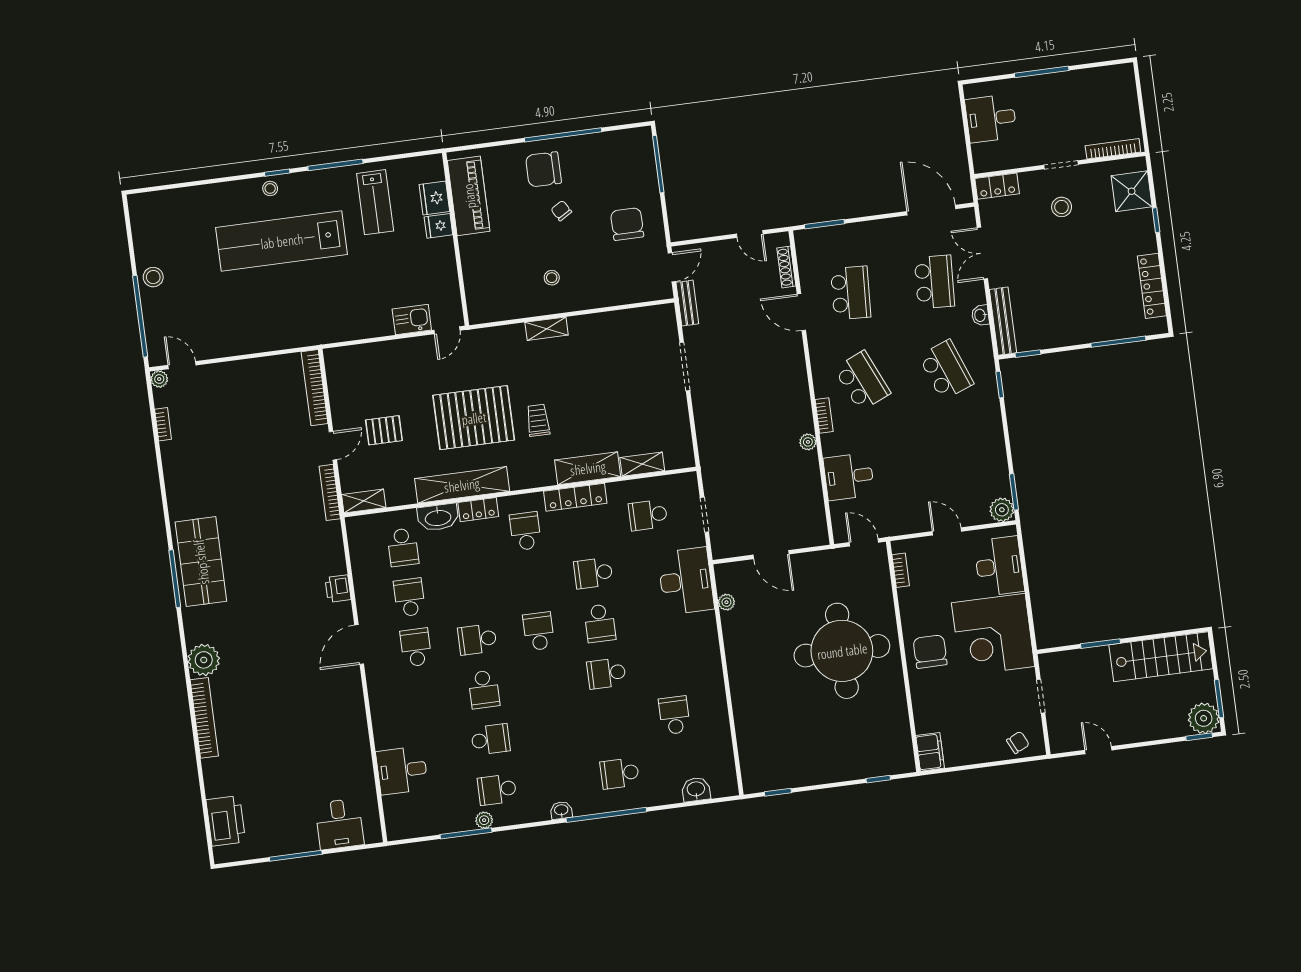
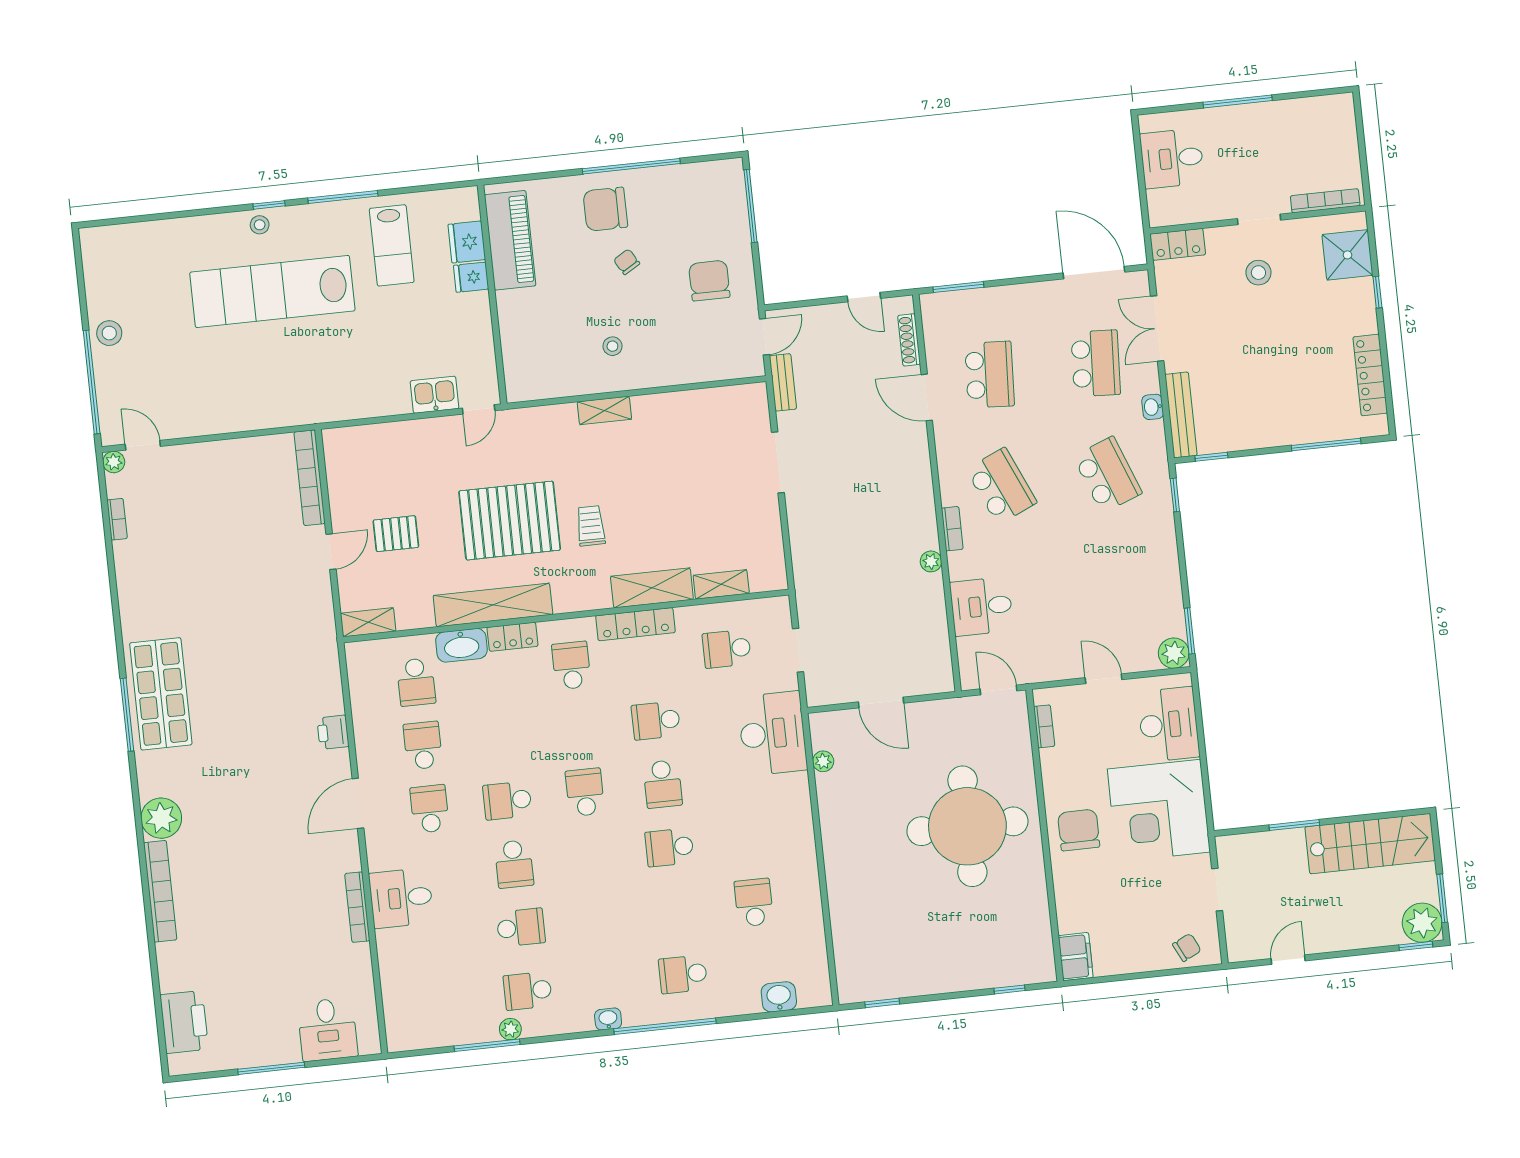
bookcase: (330, 492) -> (357, 907), moved
door: (1098, 750) -> (1288, 960), hinge flipped
desk: (402, 770) -> (401, 898), moved

